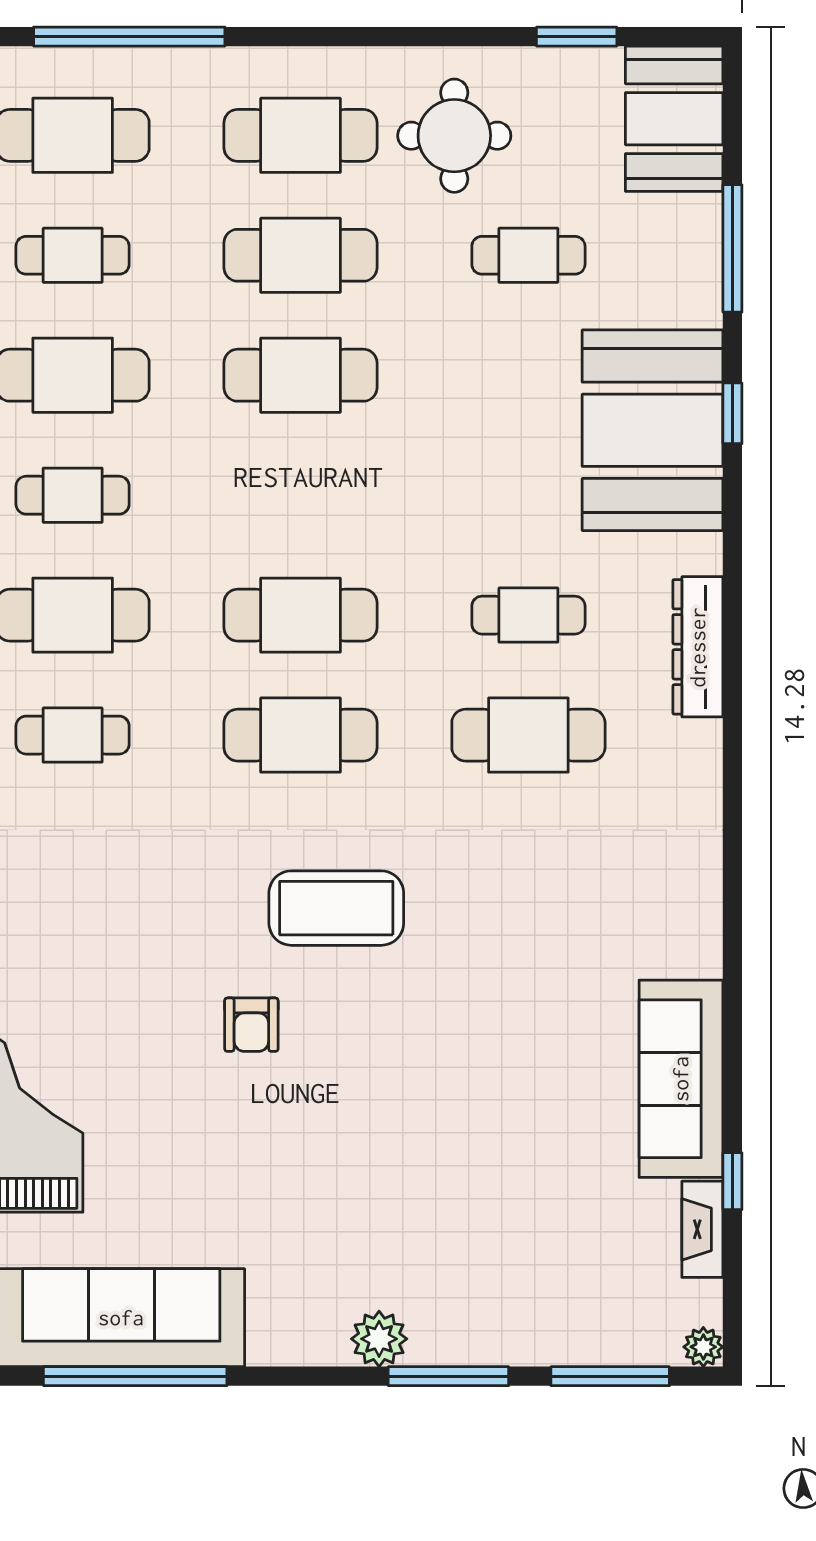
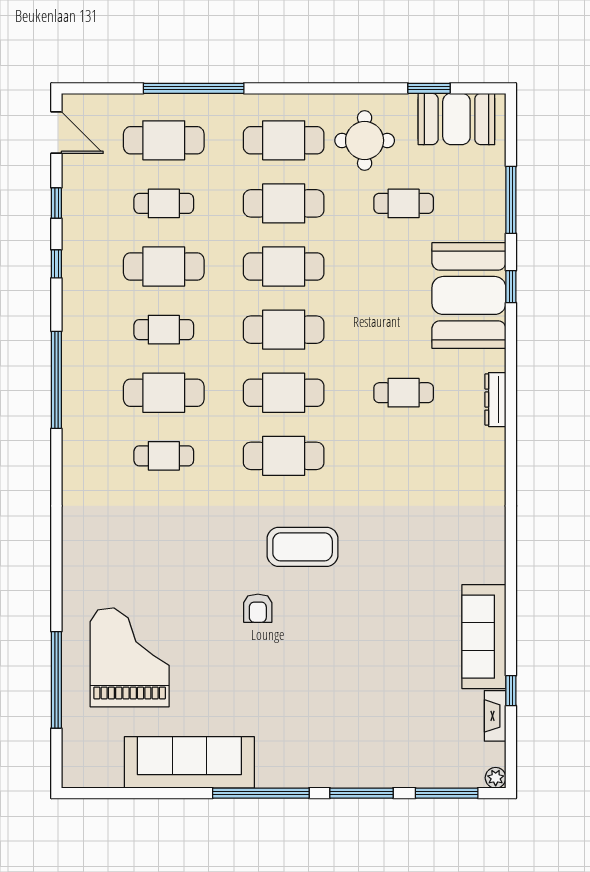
booth: (674, 119) -> (456, 119), moved, turned 90
dresser: (698, 647) -> (495, 400), width x0.73, depth x0.80
cafe table: (528, 735) -> (284, 330), moved
plant: (379, 1339) -> (325, 773), removed
window: (135, 1376) -> (261, 793), moved

